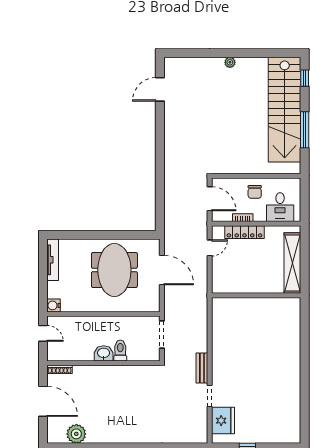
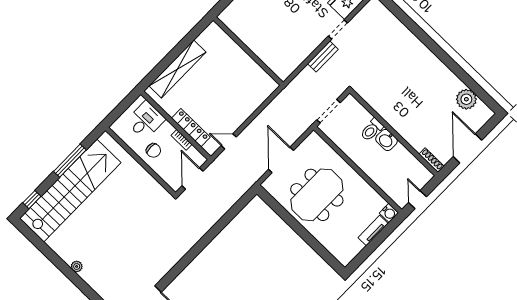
chair: (255, 192) -> (153, 150), turned 90
tv unit: (53, 260) -> (373, 231), moved, width x0.71
wall: (256, 295) -> (248, 51), moved

